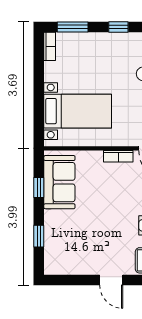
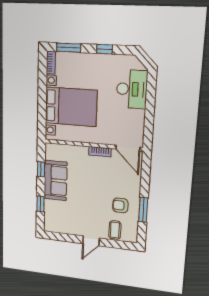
bed with nightstands: (78, 111) -> (71, 107), width x1.36
sofa: (59, 182) -> (56, 180), moved
door: (111, 280) -> (91, 241), hinge flipped

